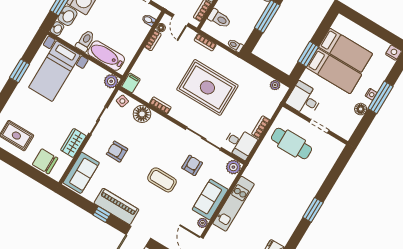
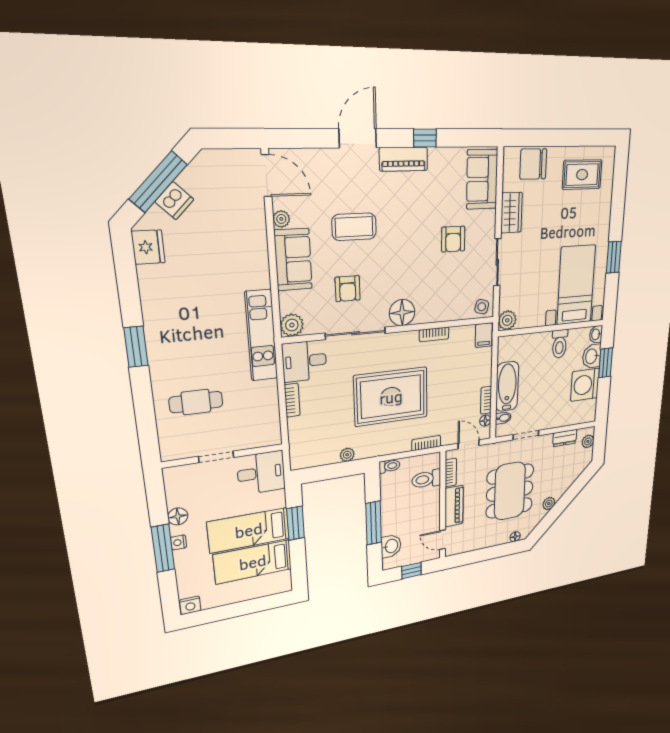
bathtub: (106, 56) -> (507, 387), moved, turned -90
plant: (275, 85) -> (347, 455), moved
floor lamp: (142, 114) -> (402, 313), moved
cafe table: (291, 143) -> (196, 402), moved, width x0.73, depth x0.74
armchair: (117, 152) -> (453, 239), turned 90
chair: (45, 161) -> (533, 164), turned 180
coffee table: (162, 180) -> (354, 227), moved
kitchen unit: (233, 204) -> (261, 336), moved
piano: (116, 206) -> (404, 159), width x0.73, depth x0.75

